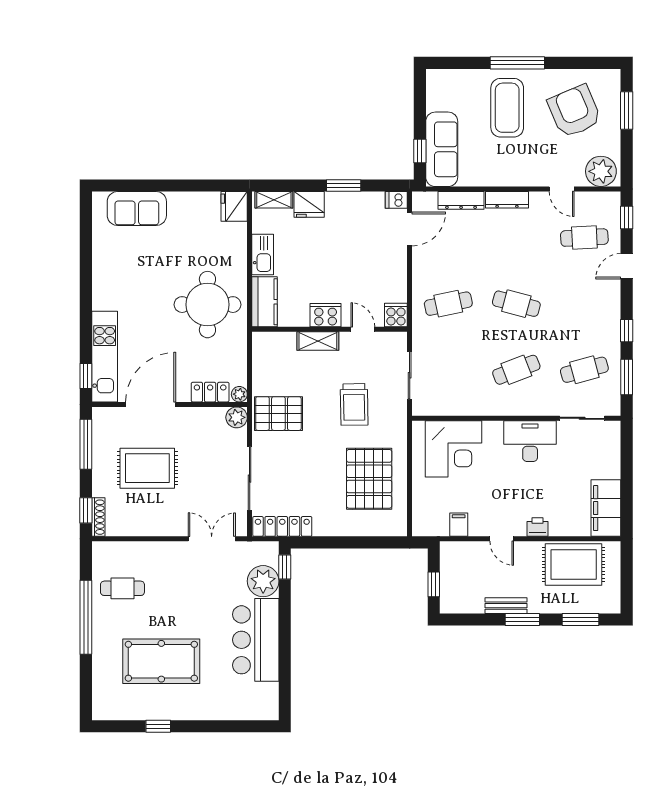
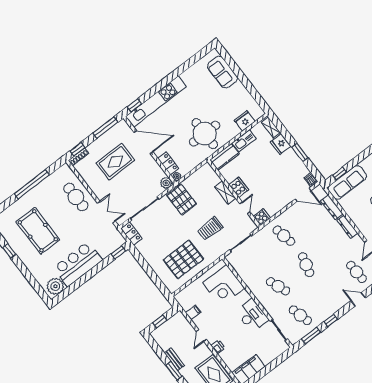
fridge: (234, 206) -> (245, 121), moved
kitchen unit: (105, 357) -> (156, 101), width x1.36
rug: (147, 468) -> (115, 162), turned 90
locker: (282, 526) -> (131, 234), width x0.66
plant: (263, 581) -> (55, 286), moved
cafe table: (122, 588) -> (76, 197), moved, width x1.37, depth x1.35

